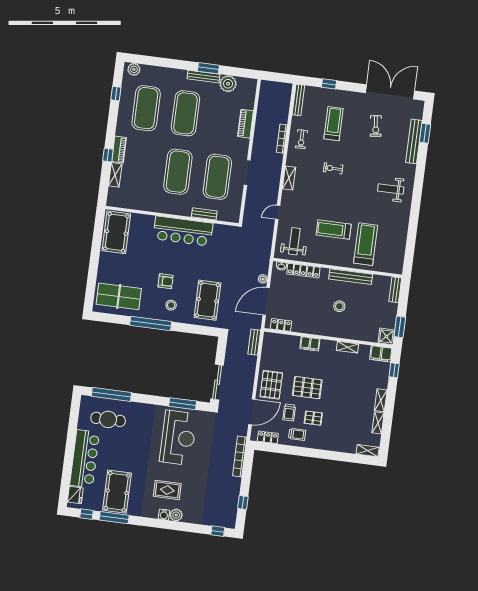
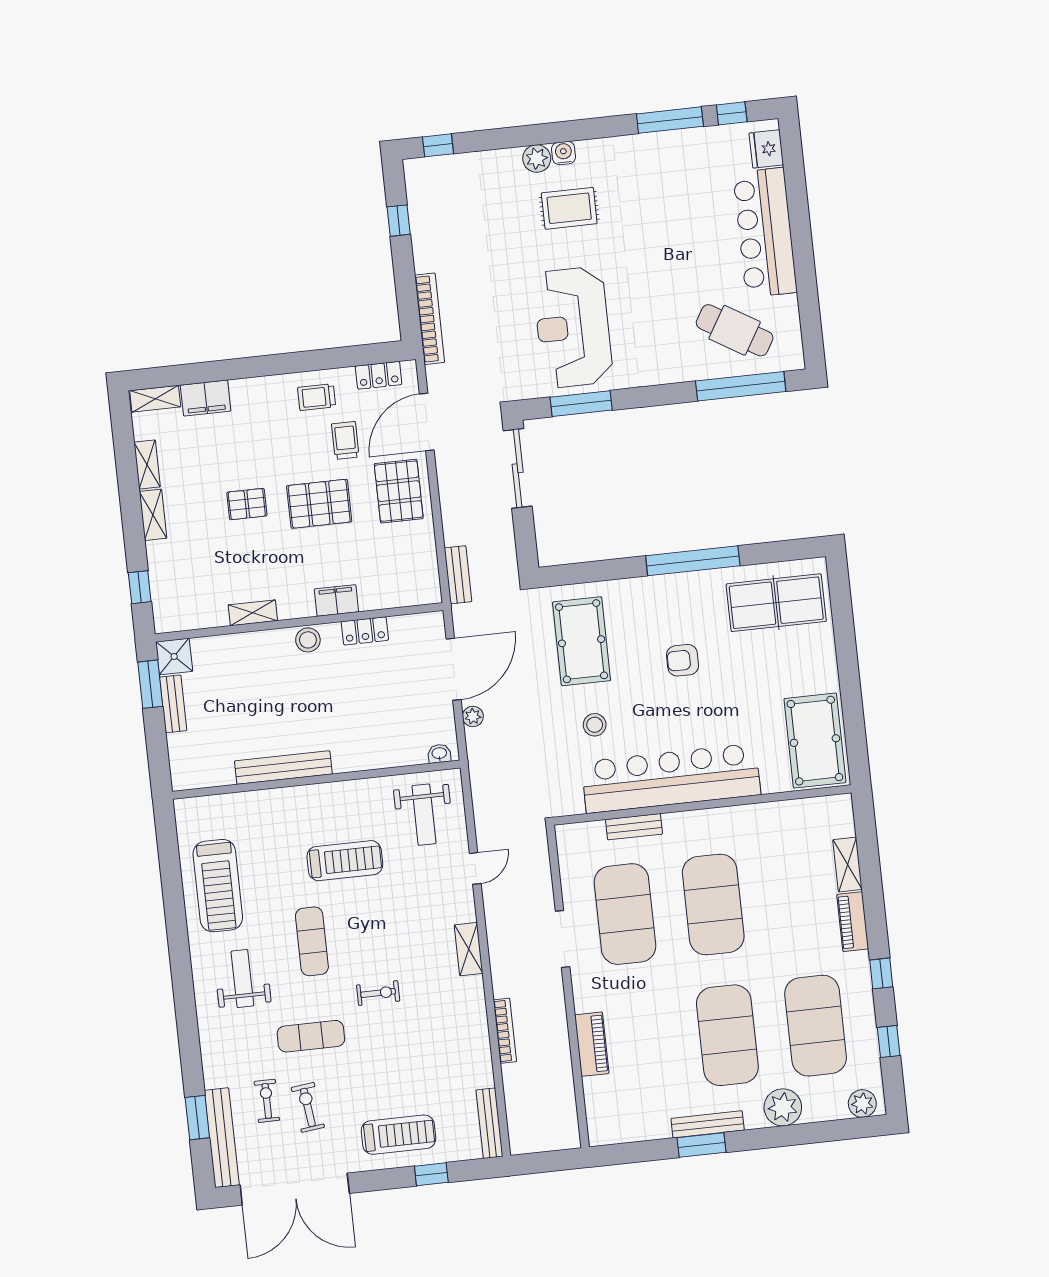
plant: (228, 84) -> (783, 1107), moved
treadmill: (333, 124) -> (398, 1135), moved, turned -90
exercise bike: (301, 139) -> (267, 1101), moved
bench: (414, 141) -> (222, 1138), moved
window: (108, 155) -> (881, 973), moved
exercise mat: (367, 157) -> (311, 1036), added
weight bench: (391, 189) -> (242, 979), turned -90
exercise mat: (356, 198) -> (312, 941), added
bar counter: (183, 231) -> (671, 778), width x1.36
treadmill: (366, 244) -> (218, 886), moved
locker: (303, 271) -> (389, 756), removed
bench: (395, 290) -> (173, 704), moved
stool: (171, 305) -> (595, 725), moved
stool: (339, 306) -> (308, 640), moved
locker: (281, 325) -> (365, 631), moved
filing cabinet: (381, 354) -> (206, 398), moved, turned 180
pallet: (313, 418) -> (247, 504), moved
cafe table: (108, 419) -> (735, 330), turned 31
pool table: (117, 492) -> (677, 178), removed

